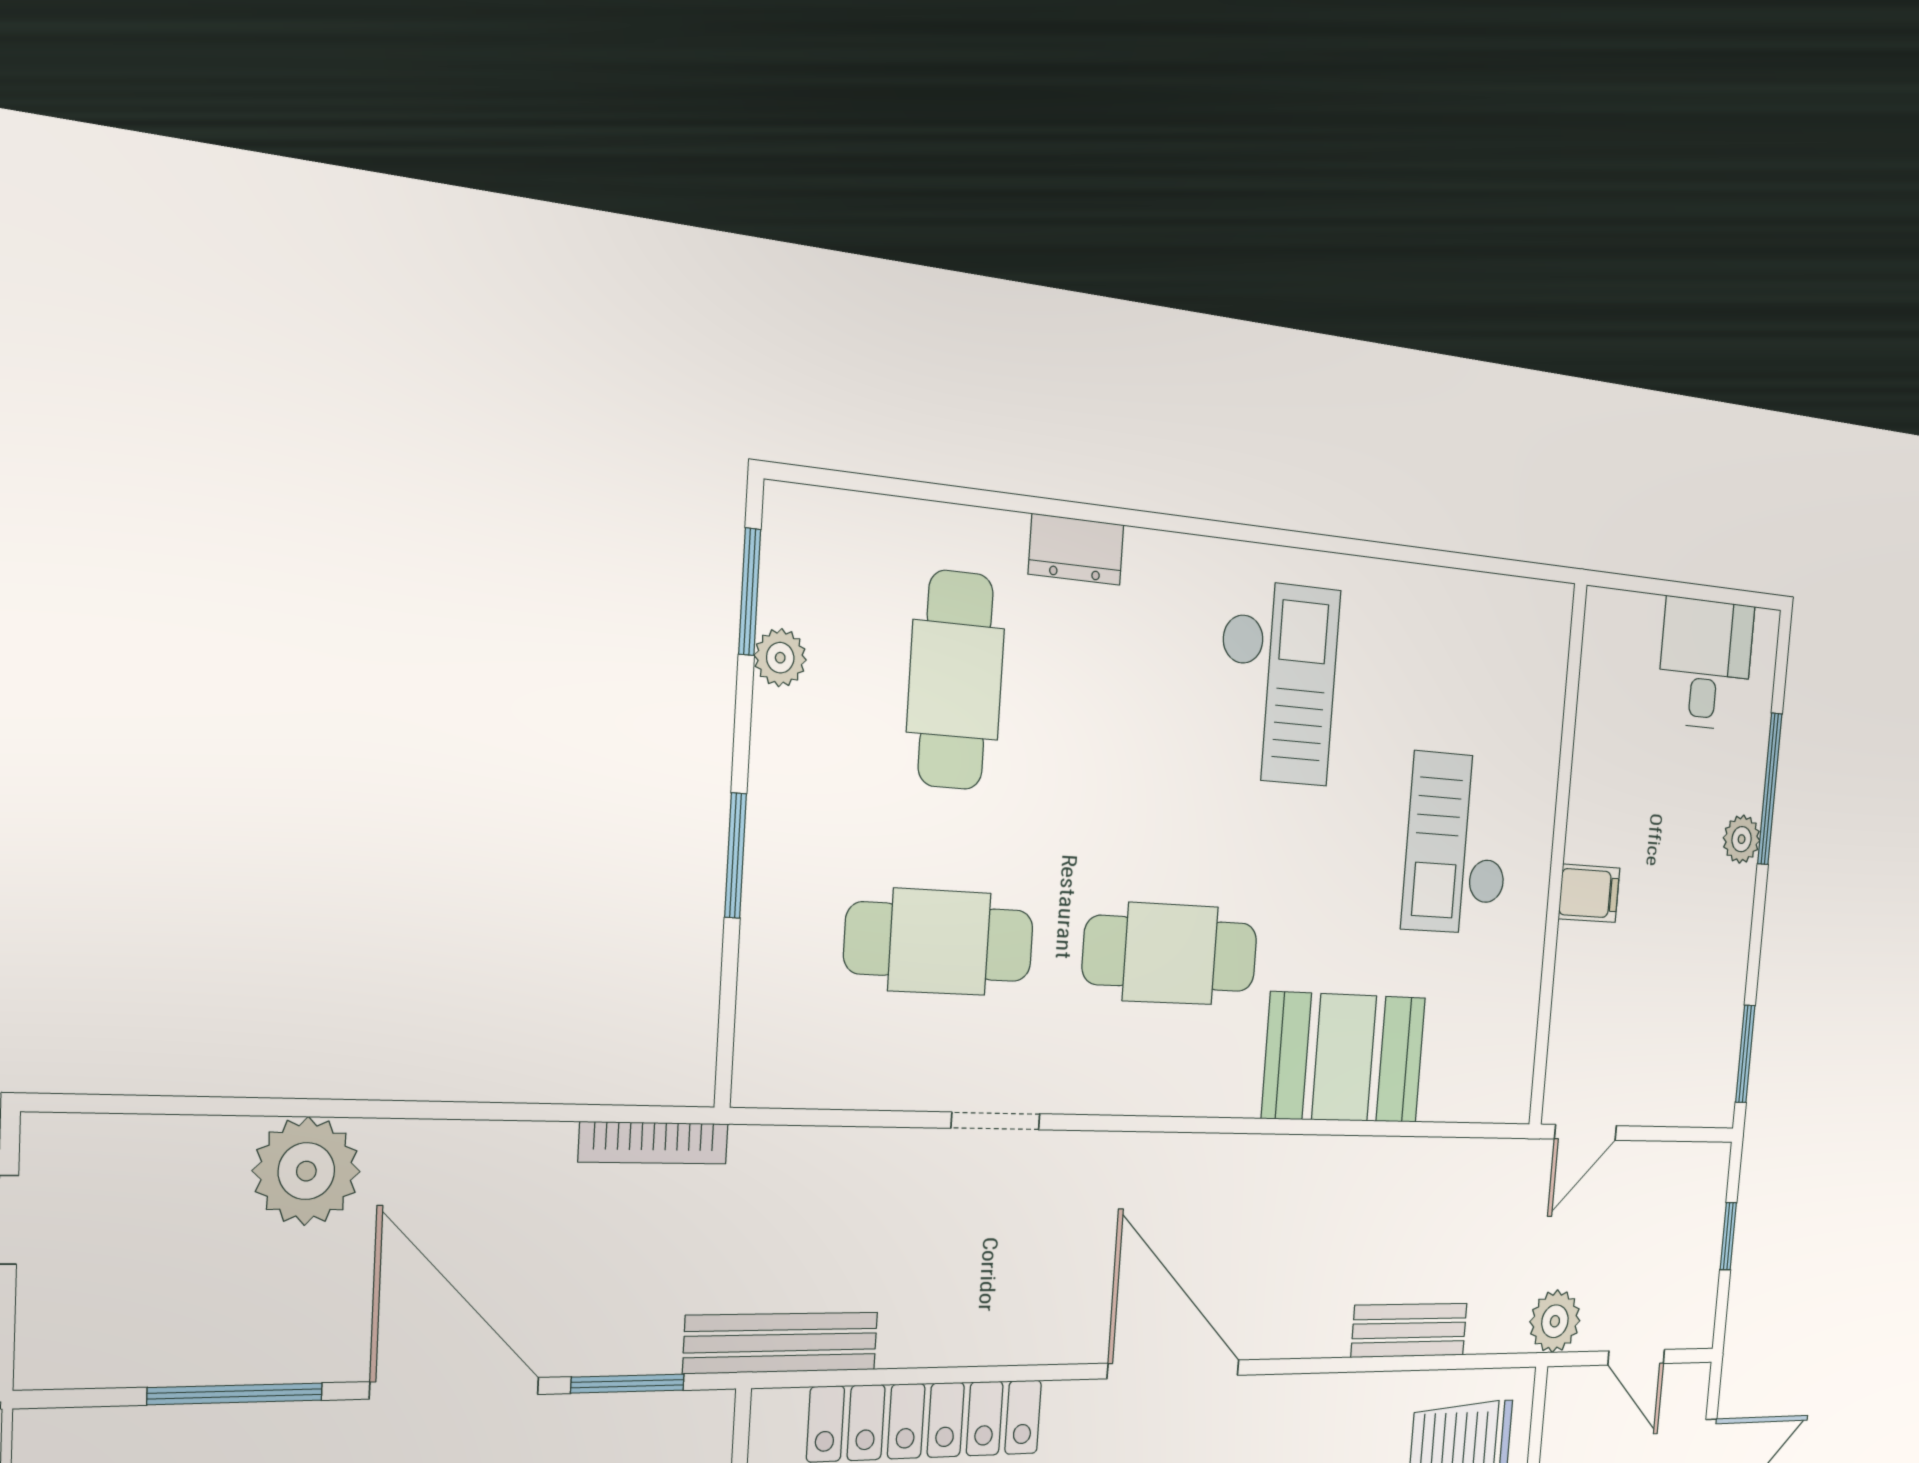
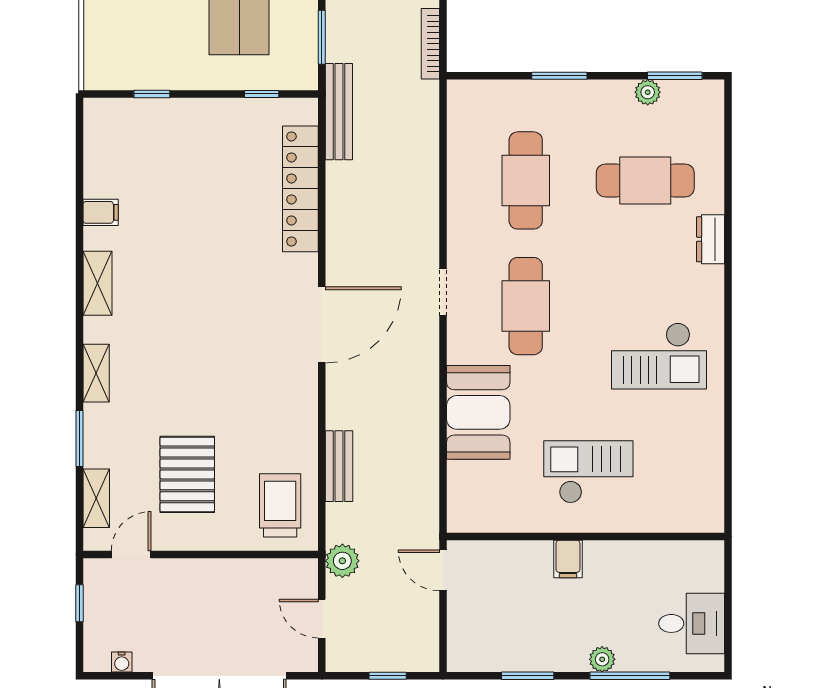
window: (1745, 1054) -> (528, 676), moved
doorway: (996, 1121) -> (443, 292), moved
door: (1636, 1357) -> (322, 619), hinge flipped

